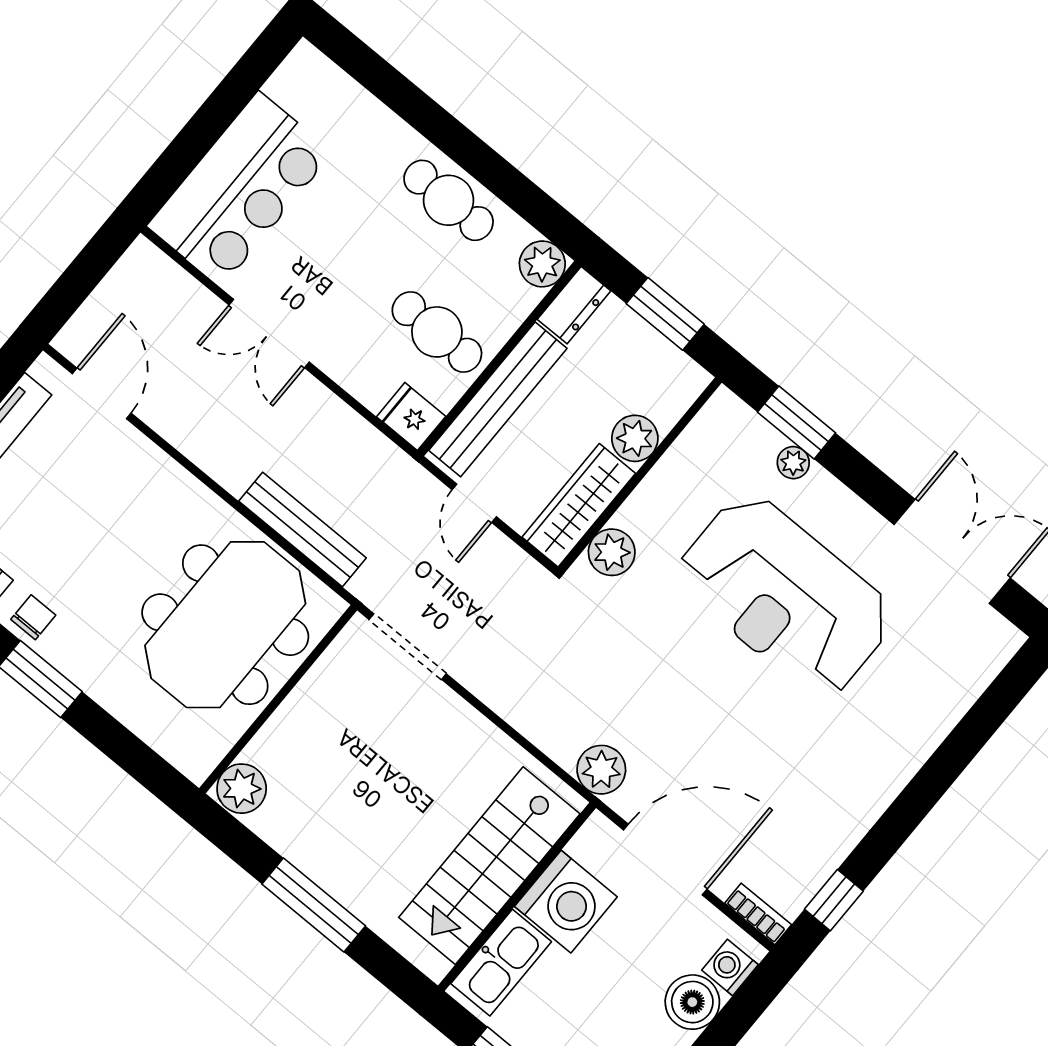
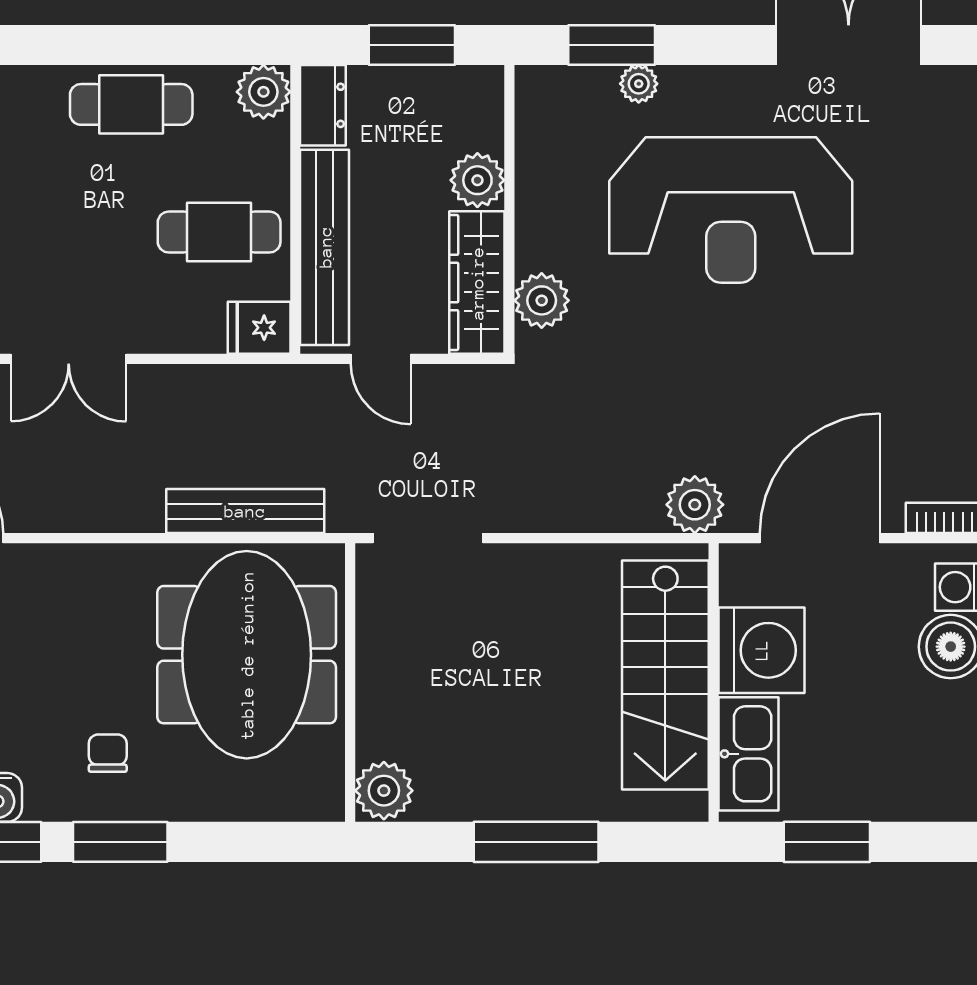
chair: (33, 617) -> (108, 753), moved

